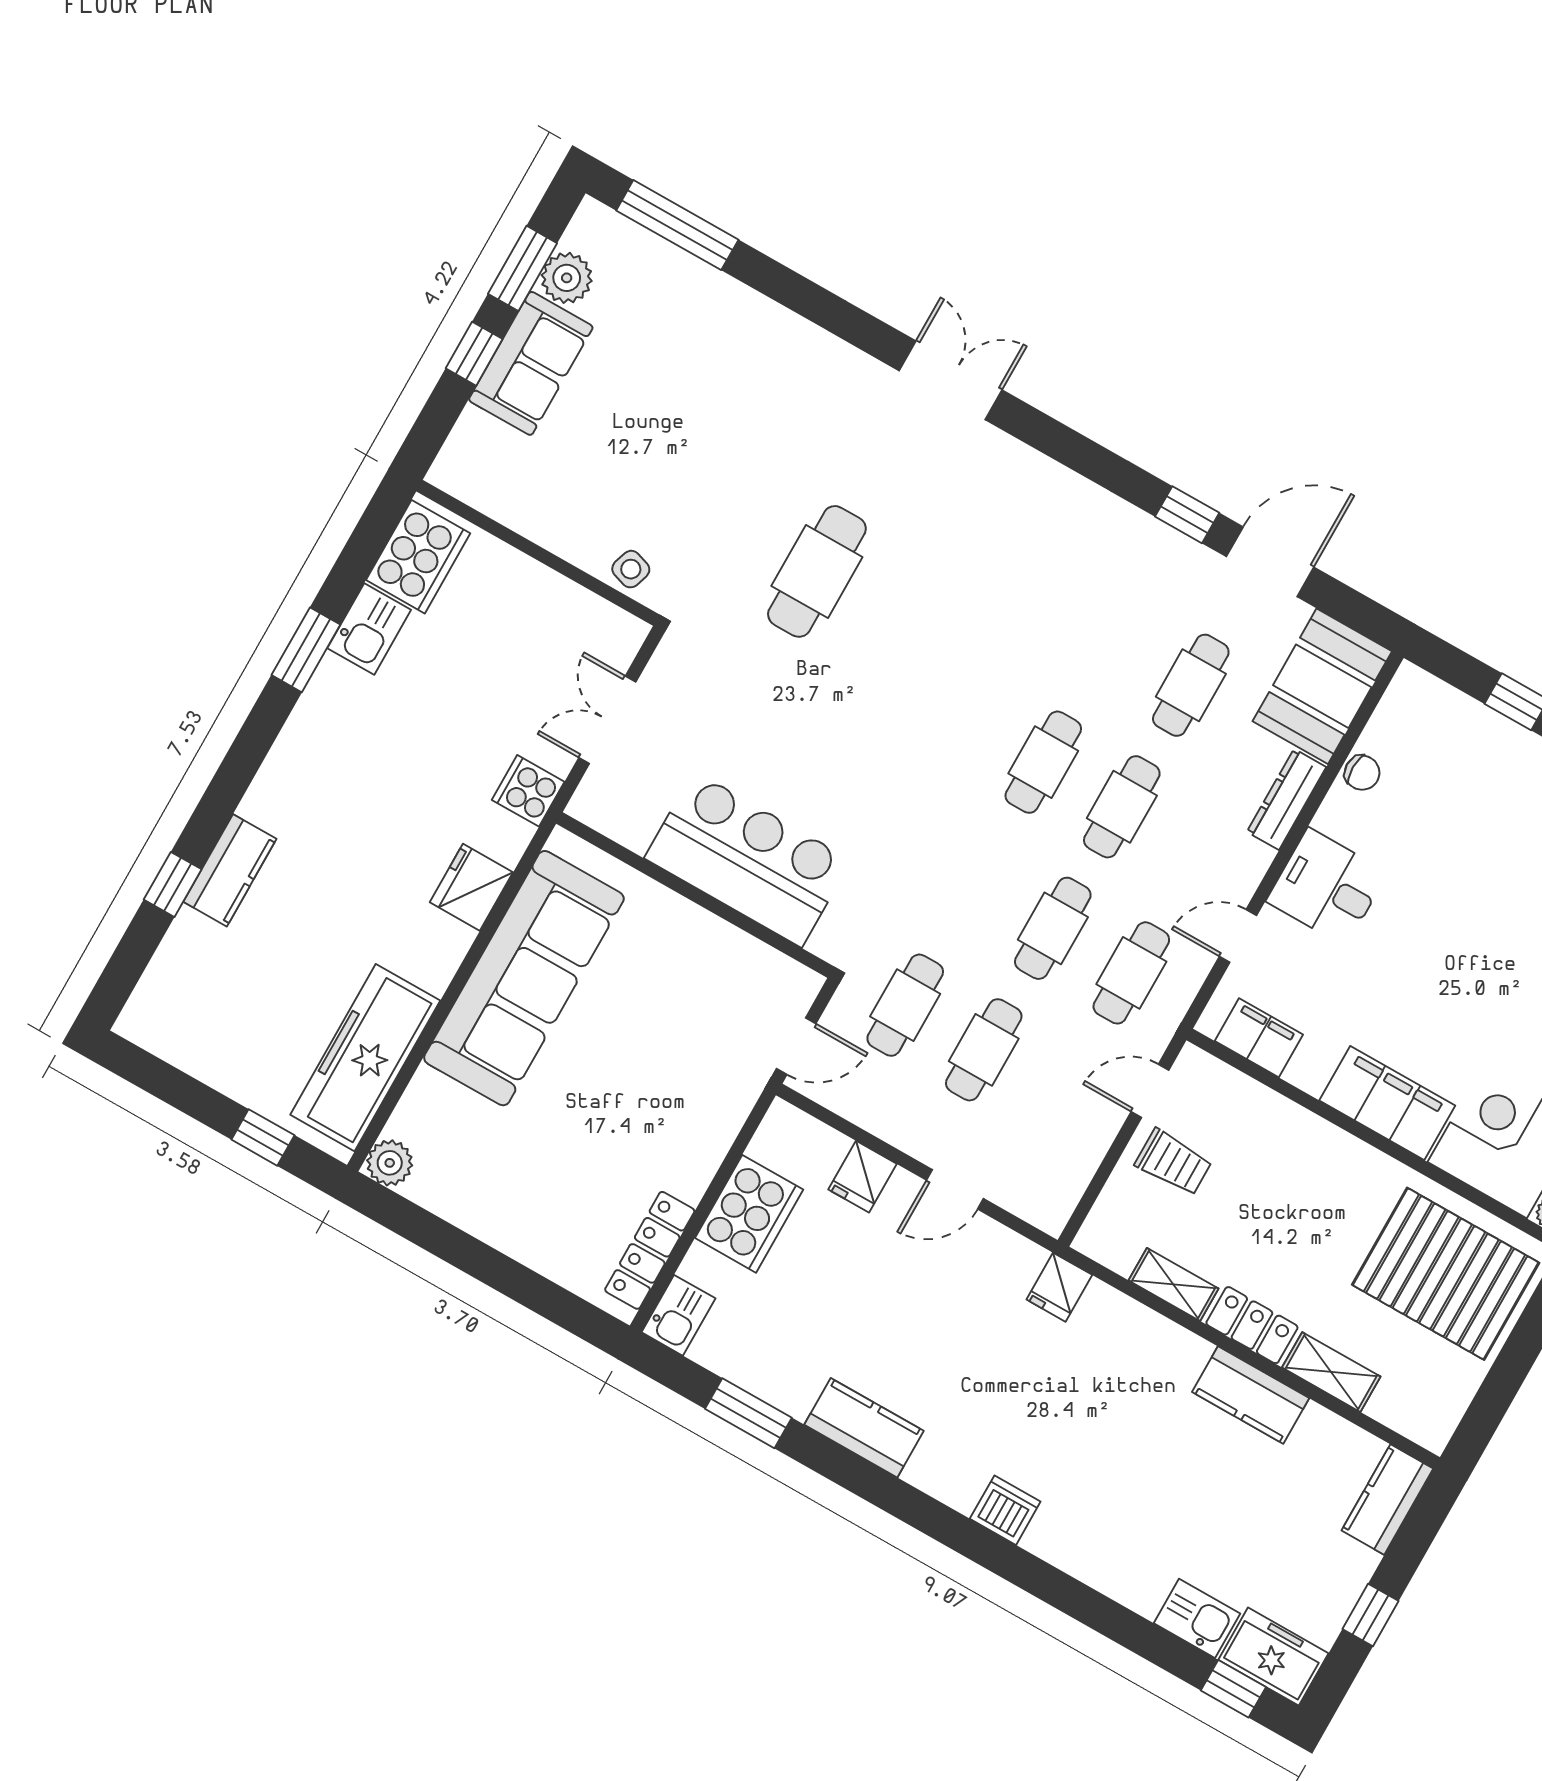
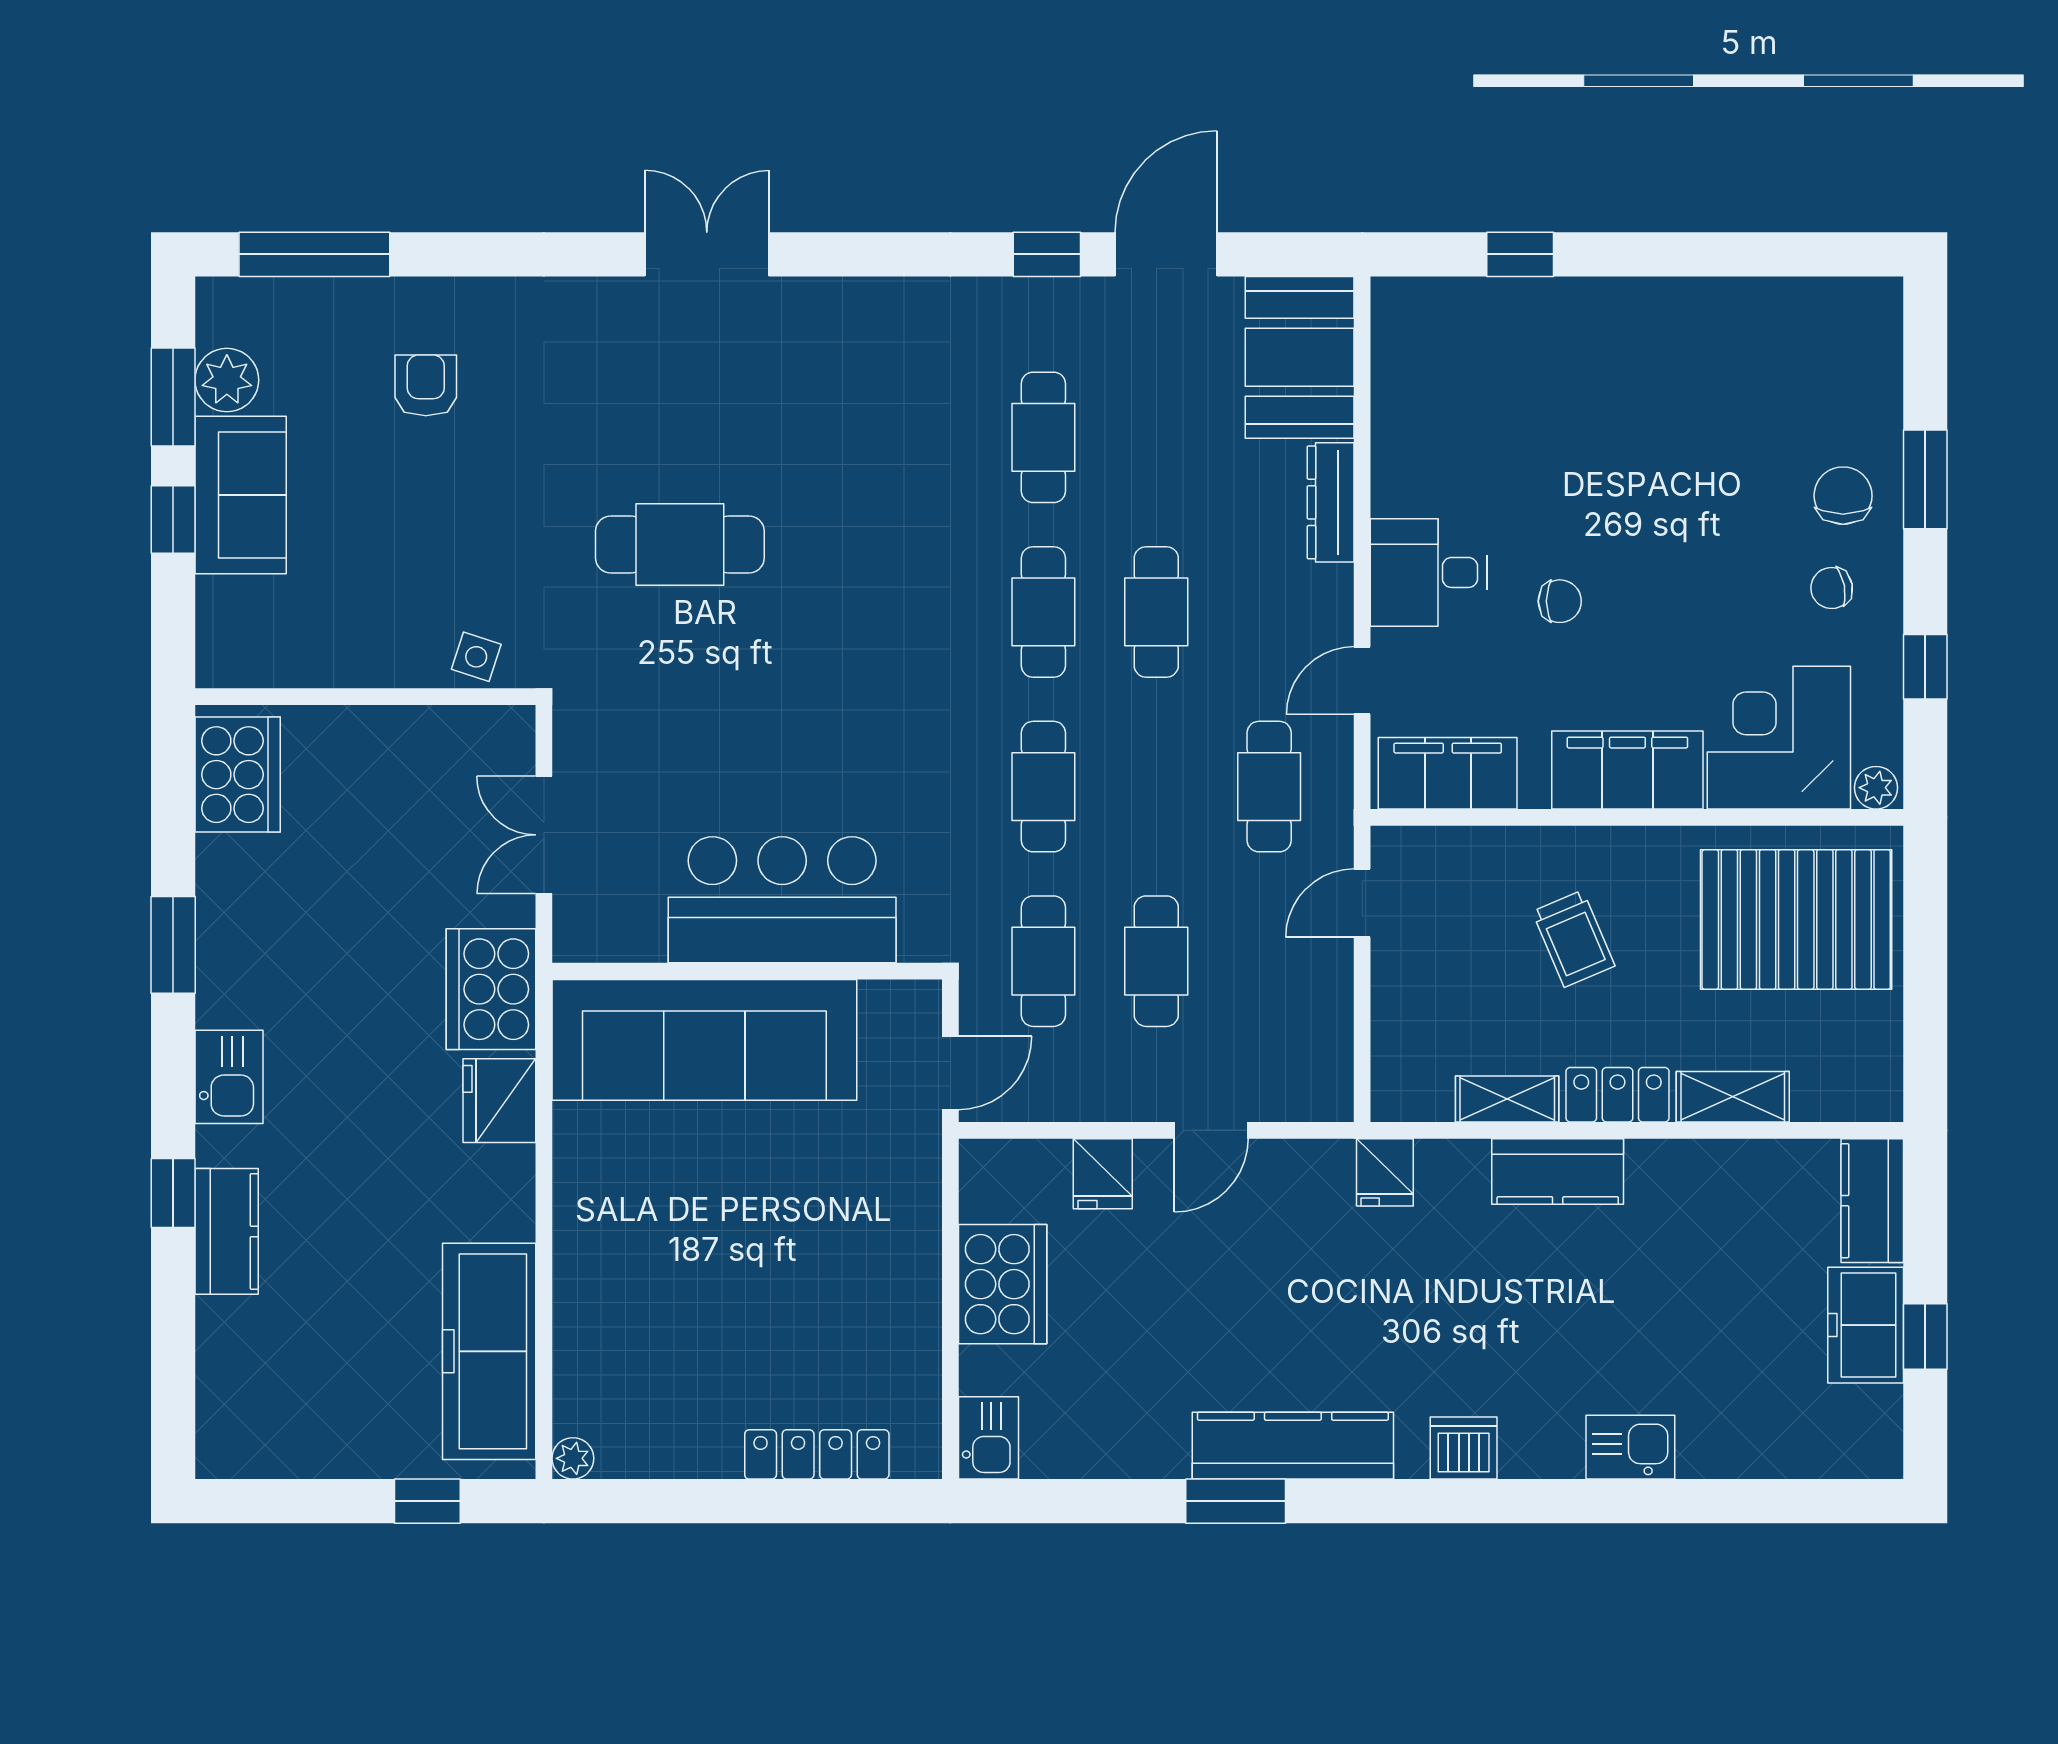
armchair: (703, 360) -> (426, 385), added
cafe table: (817, 571) -> (680, 544), turned 90
kitchen sink: (369, 629) -> (229, 1077), moved
cafe table: (1191, 685) -> (1043, 437), moved
chair: (1362, 773) -> (1560, 601), moved
cooker: (528, 791) -> (491, 989), width x1.87, depth x1.31
window: (173, 884) -> (173, 1193), moved
cafe table: (1053, 928) -> (1043, 787), moved
sofa: (524, 978) -> (704, 1040), moved, turned 90
filing cabinet: (1259, 1038) -> (1448, 773), width x1.50, depth x1.17
trolley: (1173, 1162) -> (1573, 939), moved, turned 67
plant: (390, 1163) -> (573, 1458), width x0.73, depth x0.73
locker: (650, 1250) -> (817, 1454), moved, turned 90
kitchen counter: (1251, 1395) -> (1558, 1172), moved
window: (748, 1413) -> (1236, 1501), moved
kitchen counter: (864, 1428) -> (1293, 1446), width x1.50
kitchen sink: (1197, 1618) -> (1630, 1447), moved
freezer: (1273, 1657) -> (1866, 1325), moved, turned -90
window: (1233, 1689) -> (1822, 1501), removed

